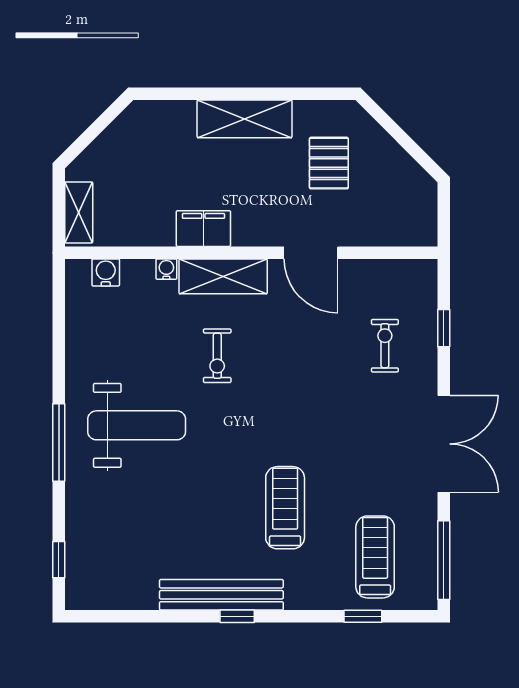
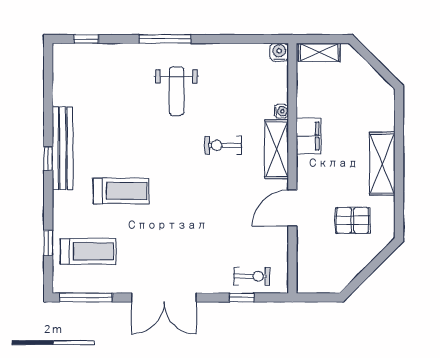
water cooler: (106, 272) -> (279, 52), moved, turned -90
exercise bike: (385, 346) -> (252, 276), moved
weight bench: (137, 425) -> (176, 91), width x0.73, depth x0.75

